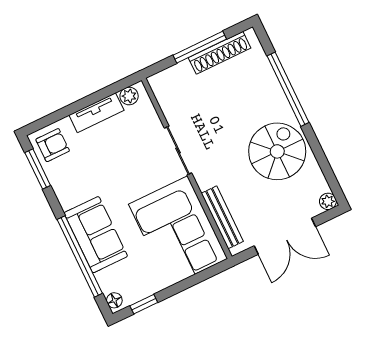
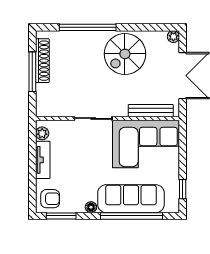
armchair: (53, 145) -> (50, 199), turned 90
spiral stairs: (277, 151) -> (125, 54), turned -90
sofa: (96, 235) -> (131, 199), width x1.36
floor lamp: (114, 300) -> (91, 207), moved

